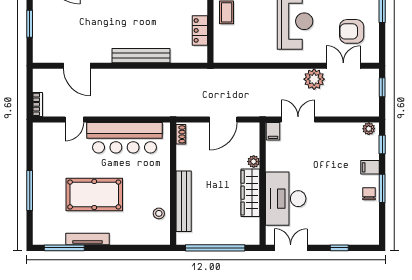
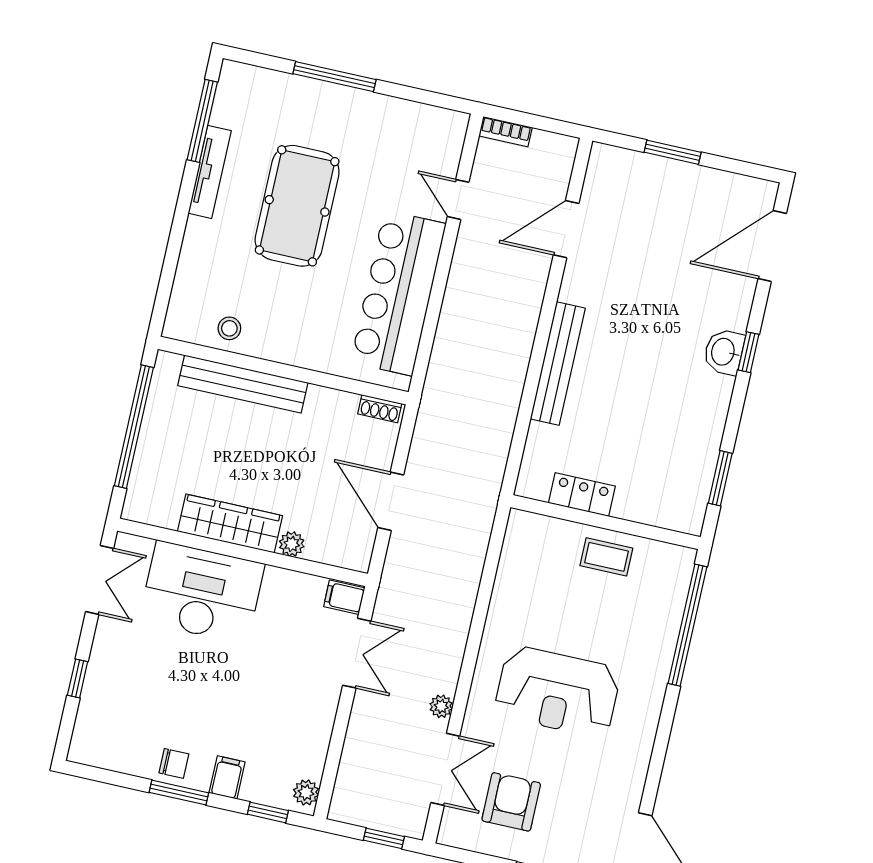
plant: (314, 79) -> (441, 706), width x0.53, depth x0.53

